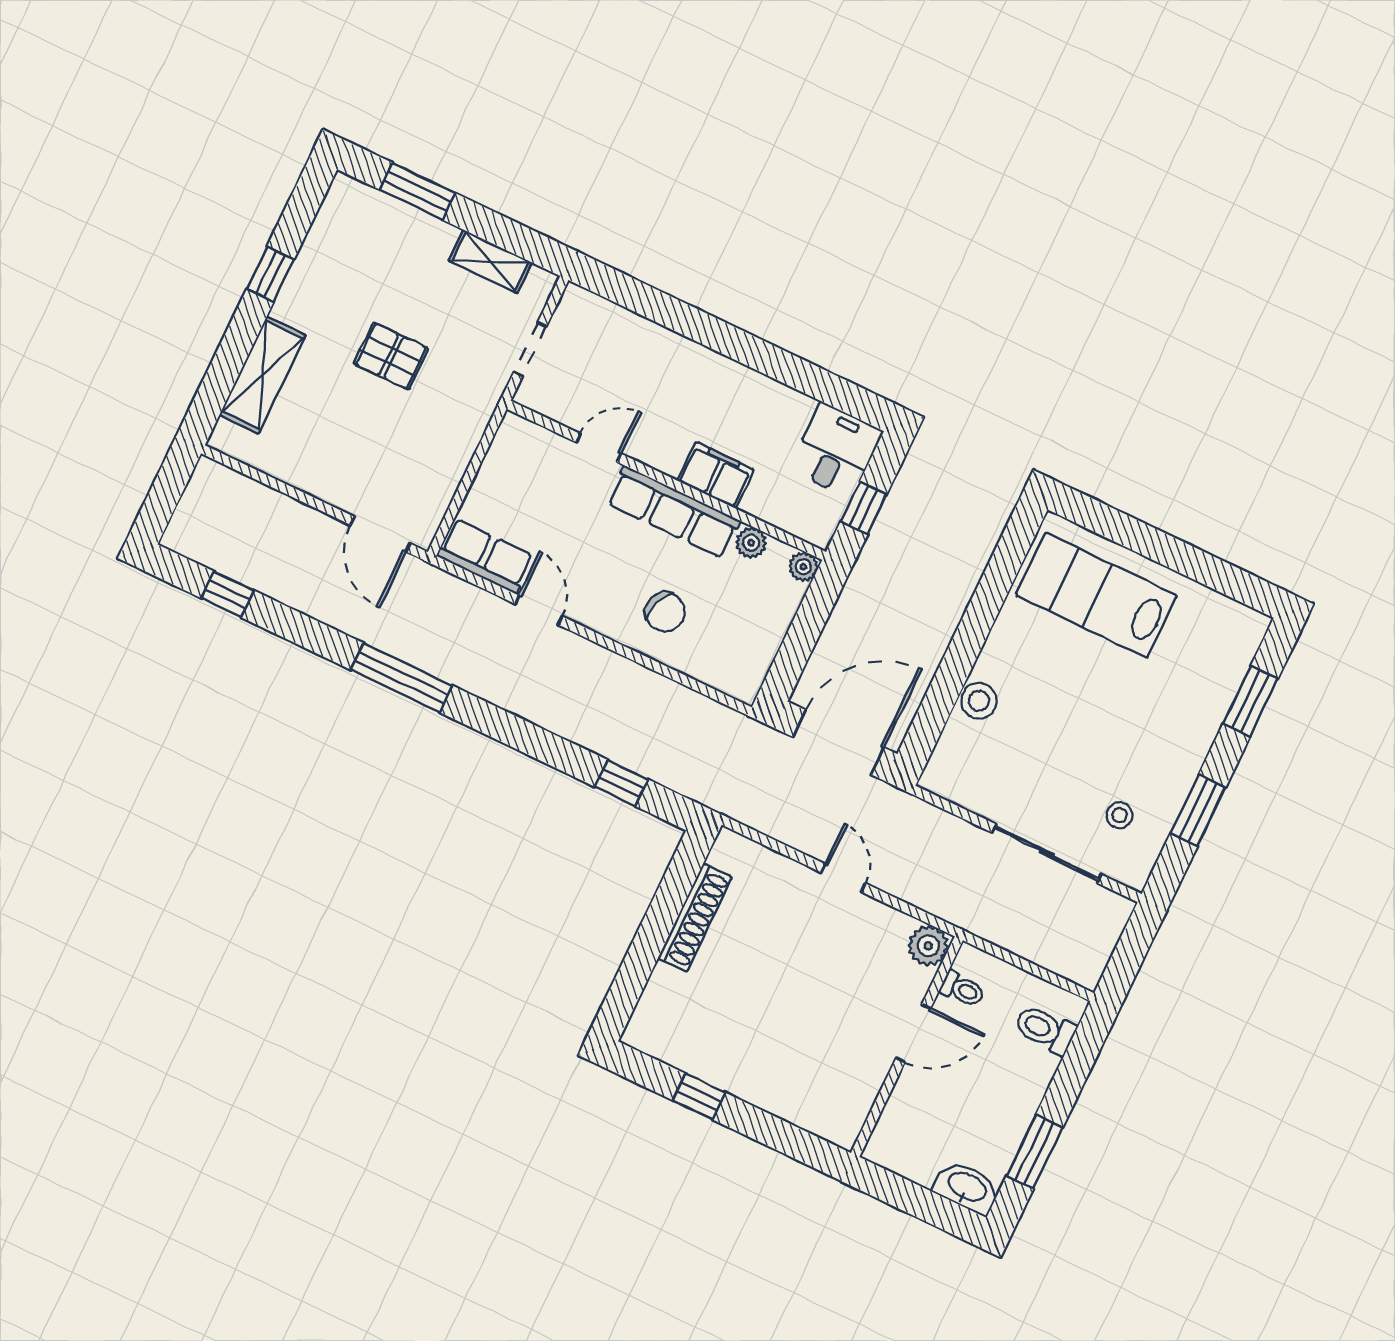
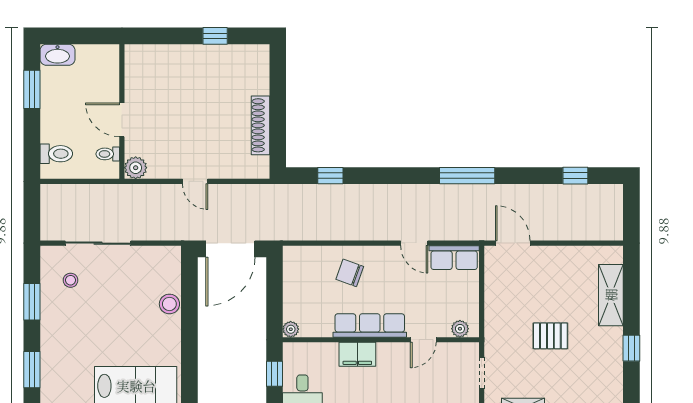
plant: (751, 543) -> (460, 329), moved
door: (913, 1033) -> (122, 120), hinge flipped

